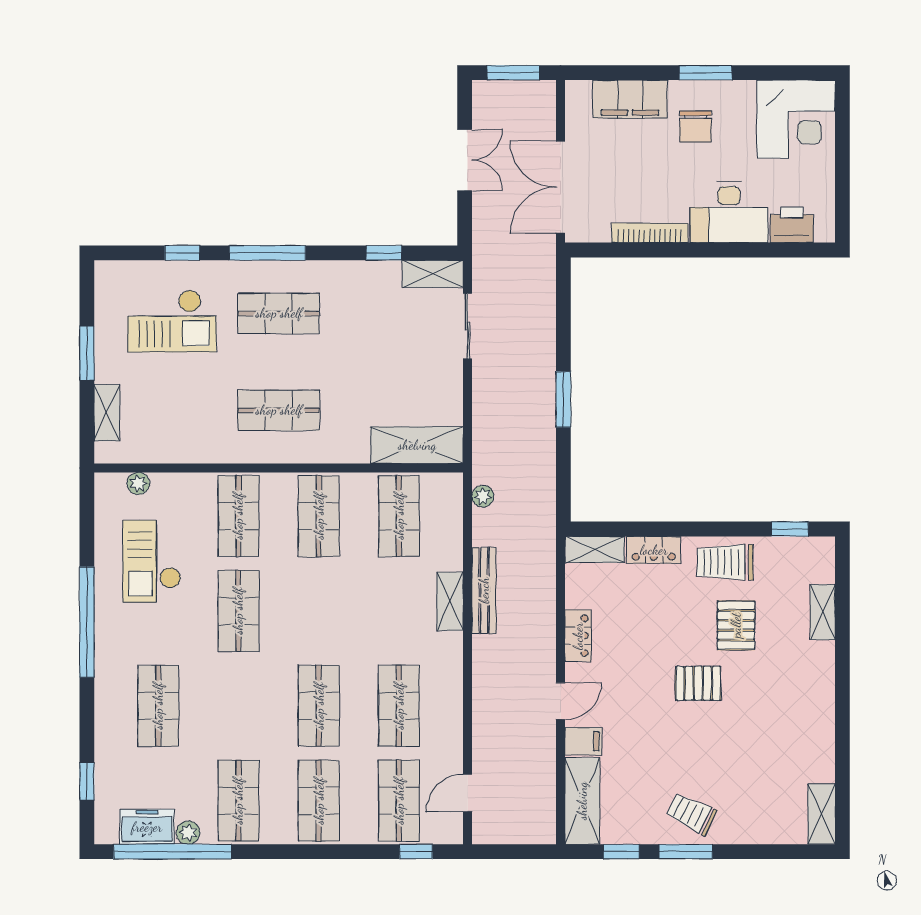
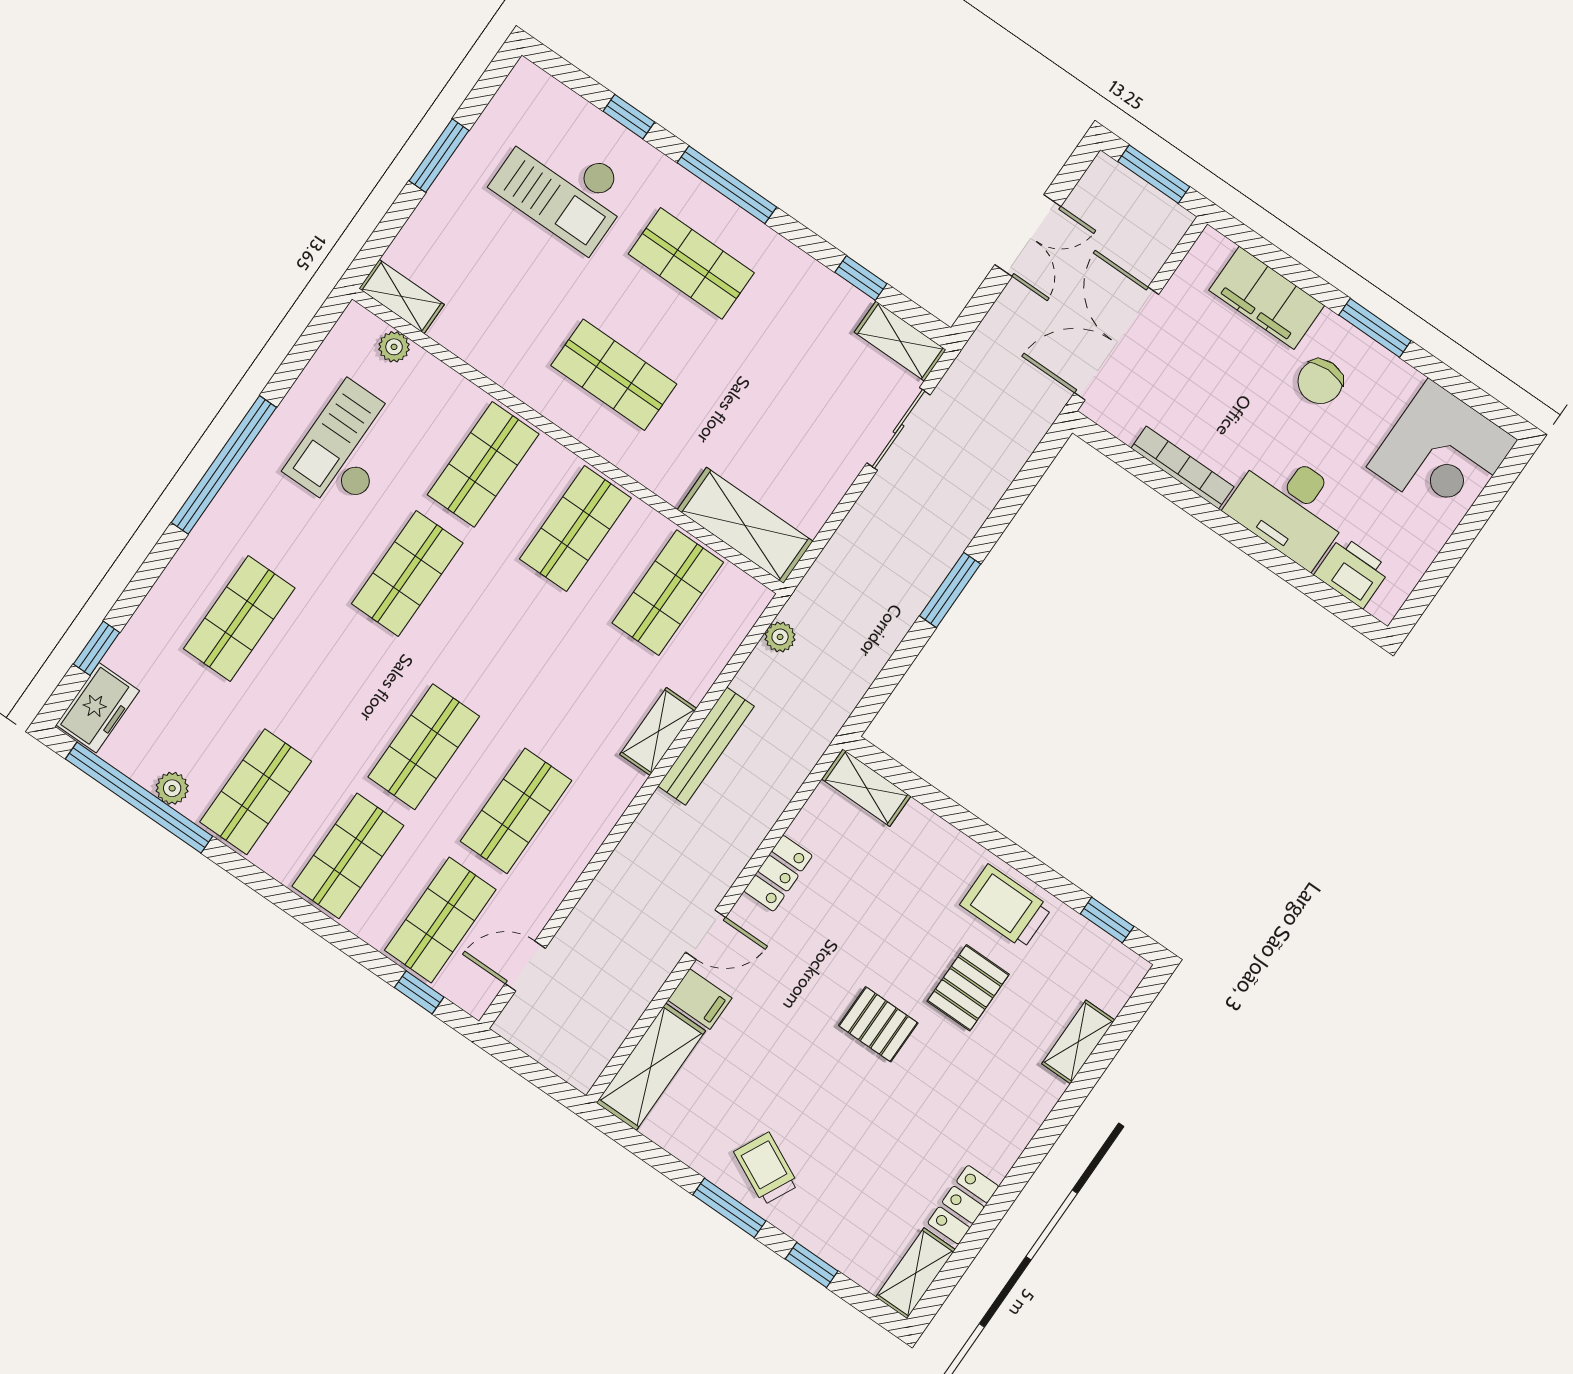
shelving: (107, 413) -> (402, 297), moved, turned 90
locker: (654, 550) -> (963, 1205), moved, turned 90
freezer: (147, 827) -> (98, 708), moved, turned 90
window: (621, 852) -> (812, 1265), moved

